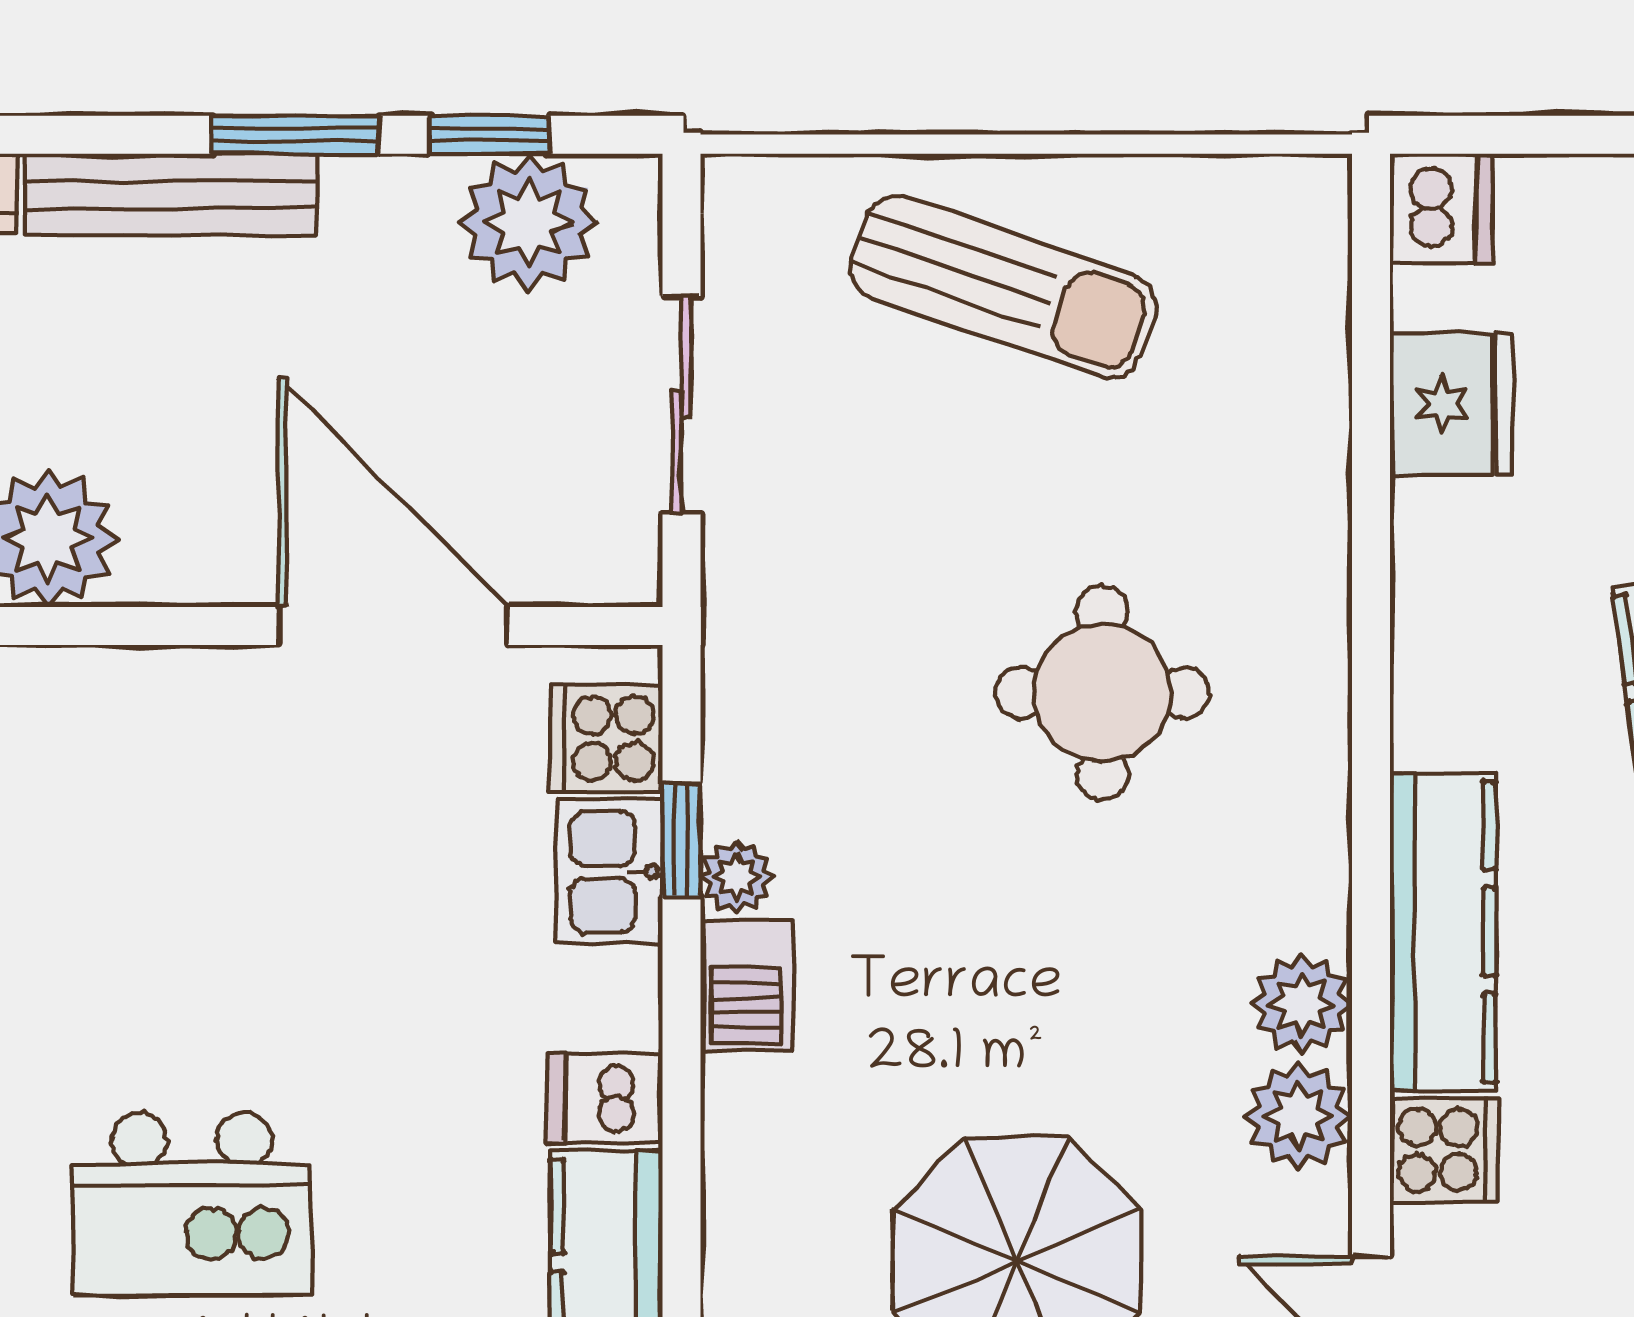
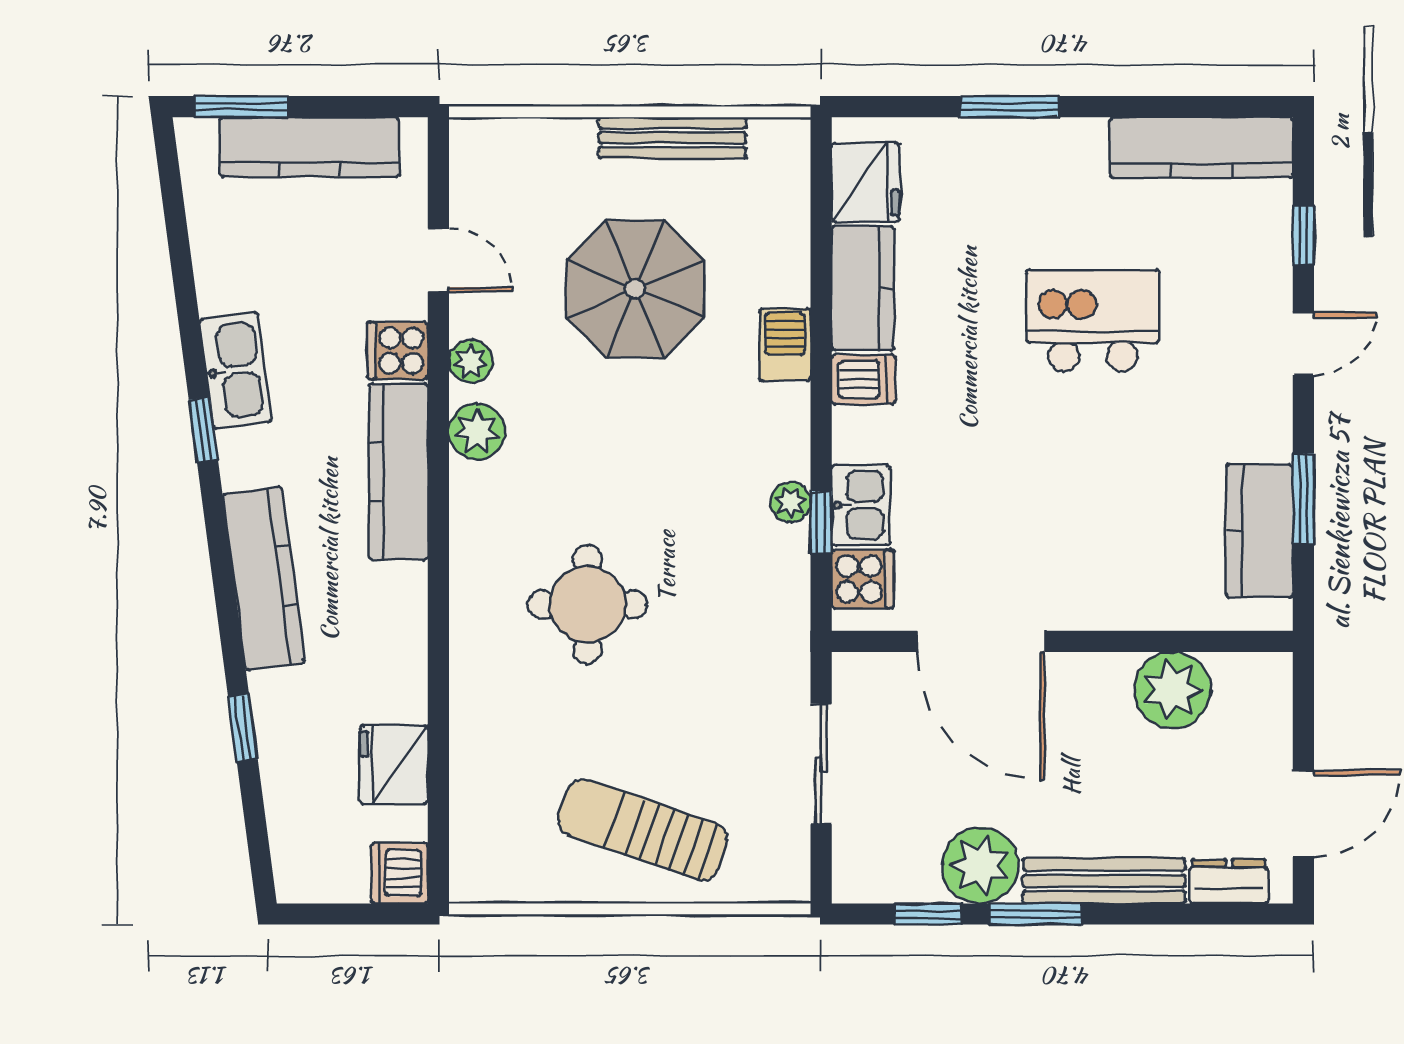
plant: (529, 222) -> (980, 865), moved
barbecue: (747, 986) -> (785, 345), moved
plant: (1298, 1116) -> (471, 361), width x0.73, depth x0.73

